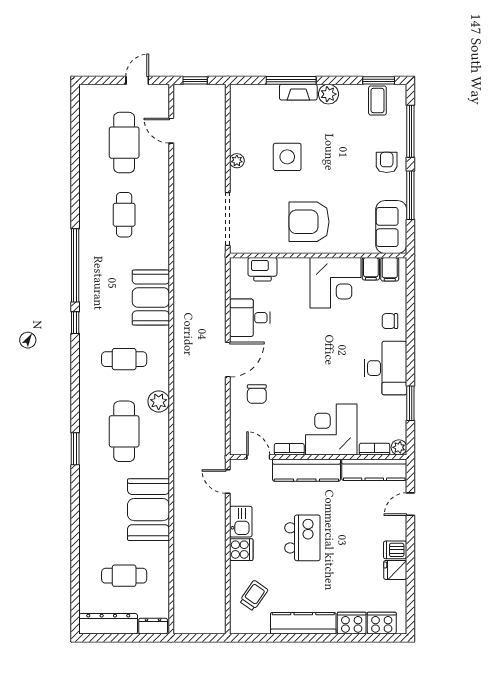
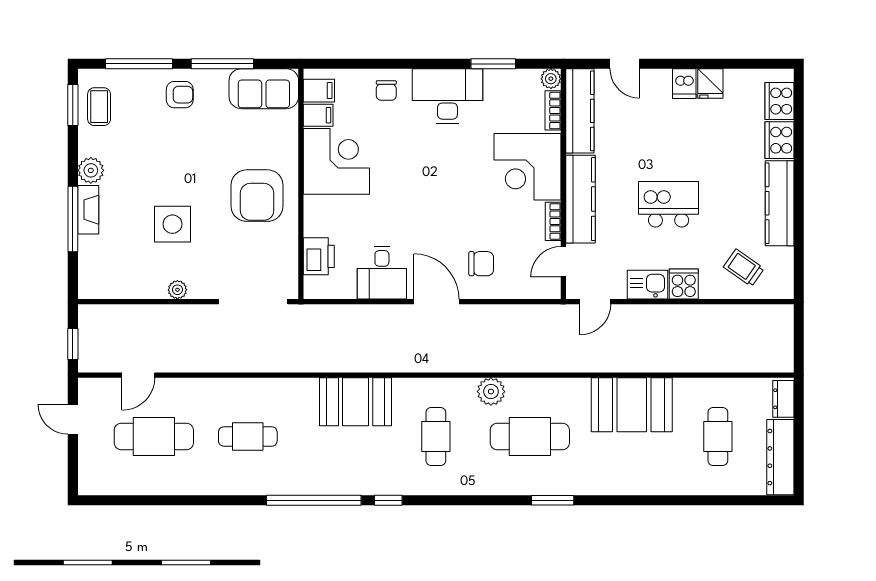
coffee table: (377, 101) -> (99, 107), turned 90
armchair: (387, 162) -> (180, 95), turned 180

